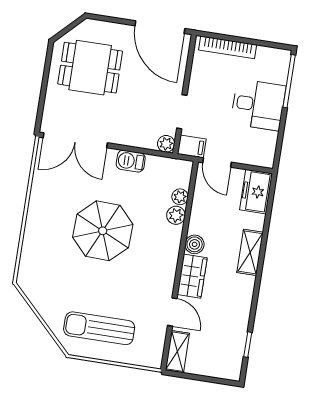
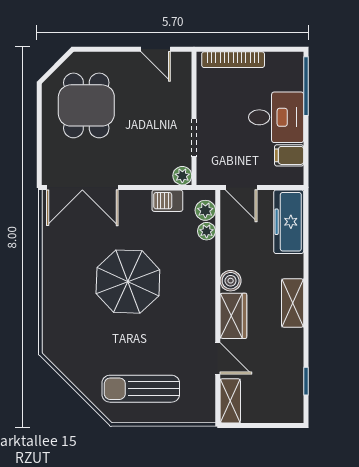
door: (160, 27) -> (156, 49), width x0.53
dining table: (90, 68) -> (86, 105), turned 90
filing cabinet: (192, 146) -> (289, 155), moved, turned 180
barbecue: (131, 161) -> (167, 201), moved
freezer: (256, 192) -> (289, 222), width x1.40
plant: (176, 215) -> (205, 210), moved
shelving: (250, 252) -> (293, 303), moved

